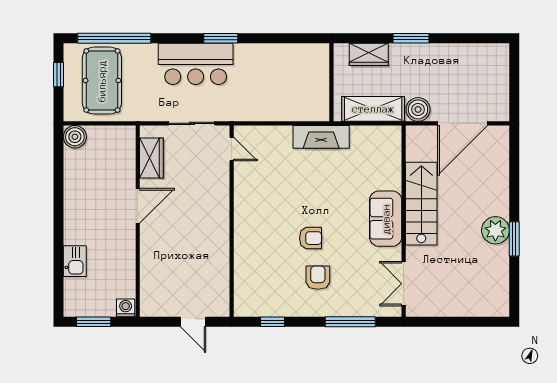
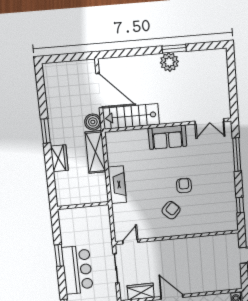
wall: (331, 82) -> (83, 206), moved
stairs: (421, 204) -> (131, 116), moved
armchair: (318, 278) -> (171, 210), moved, turned 133

